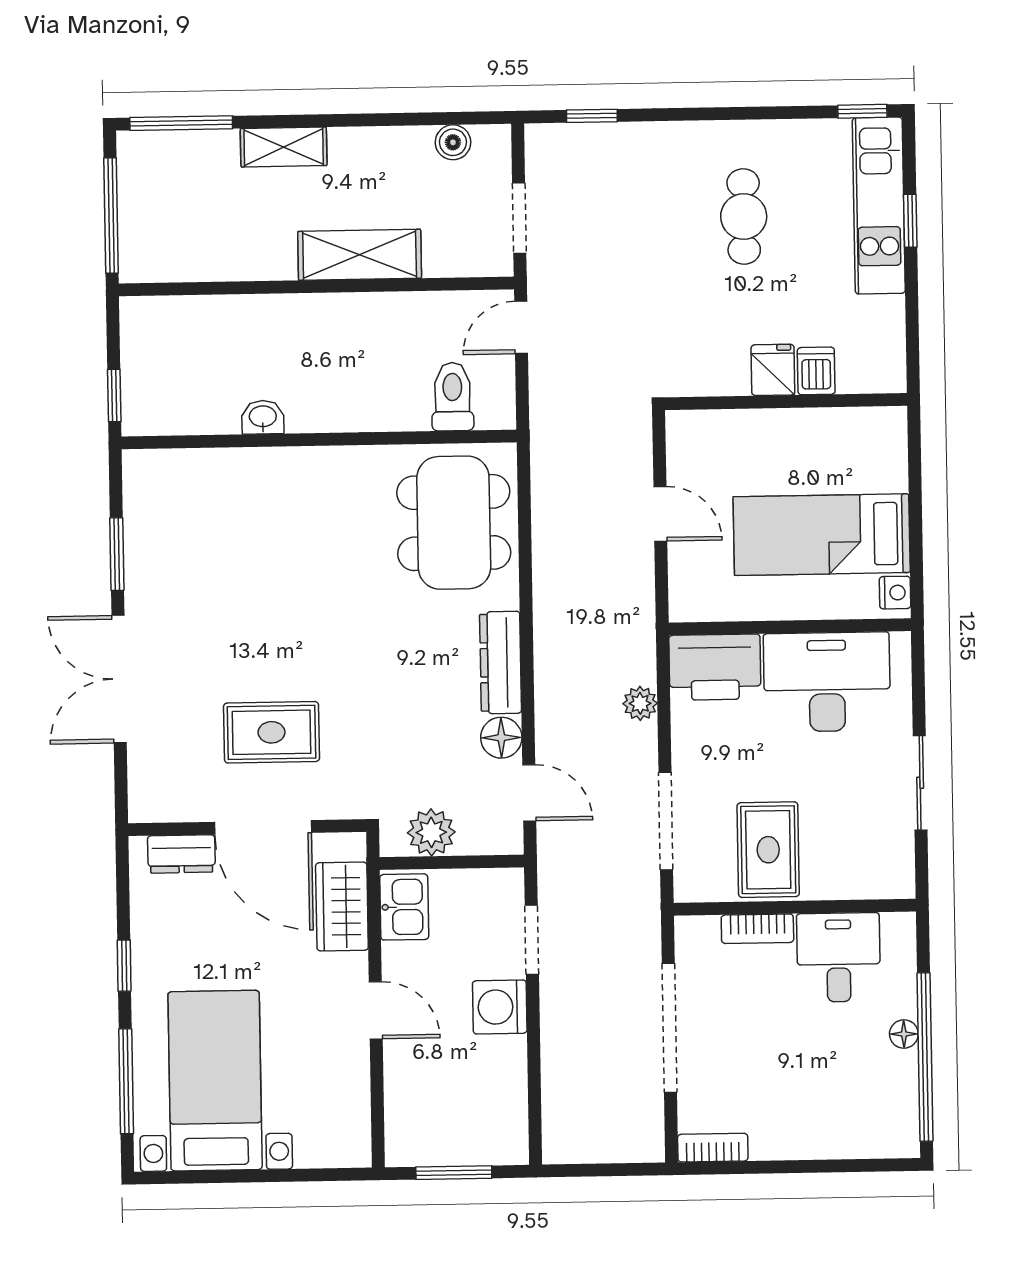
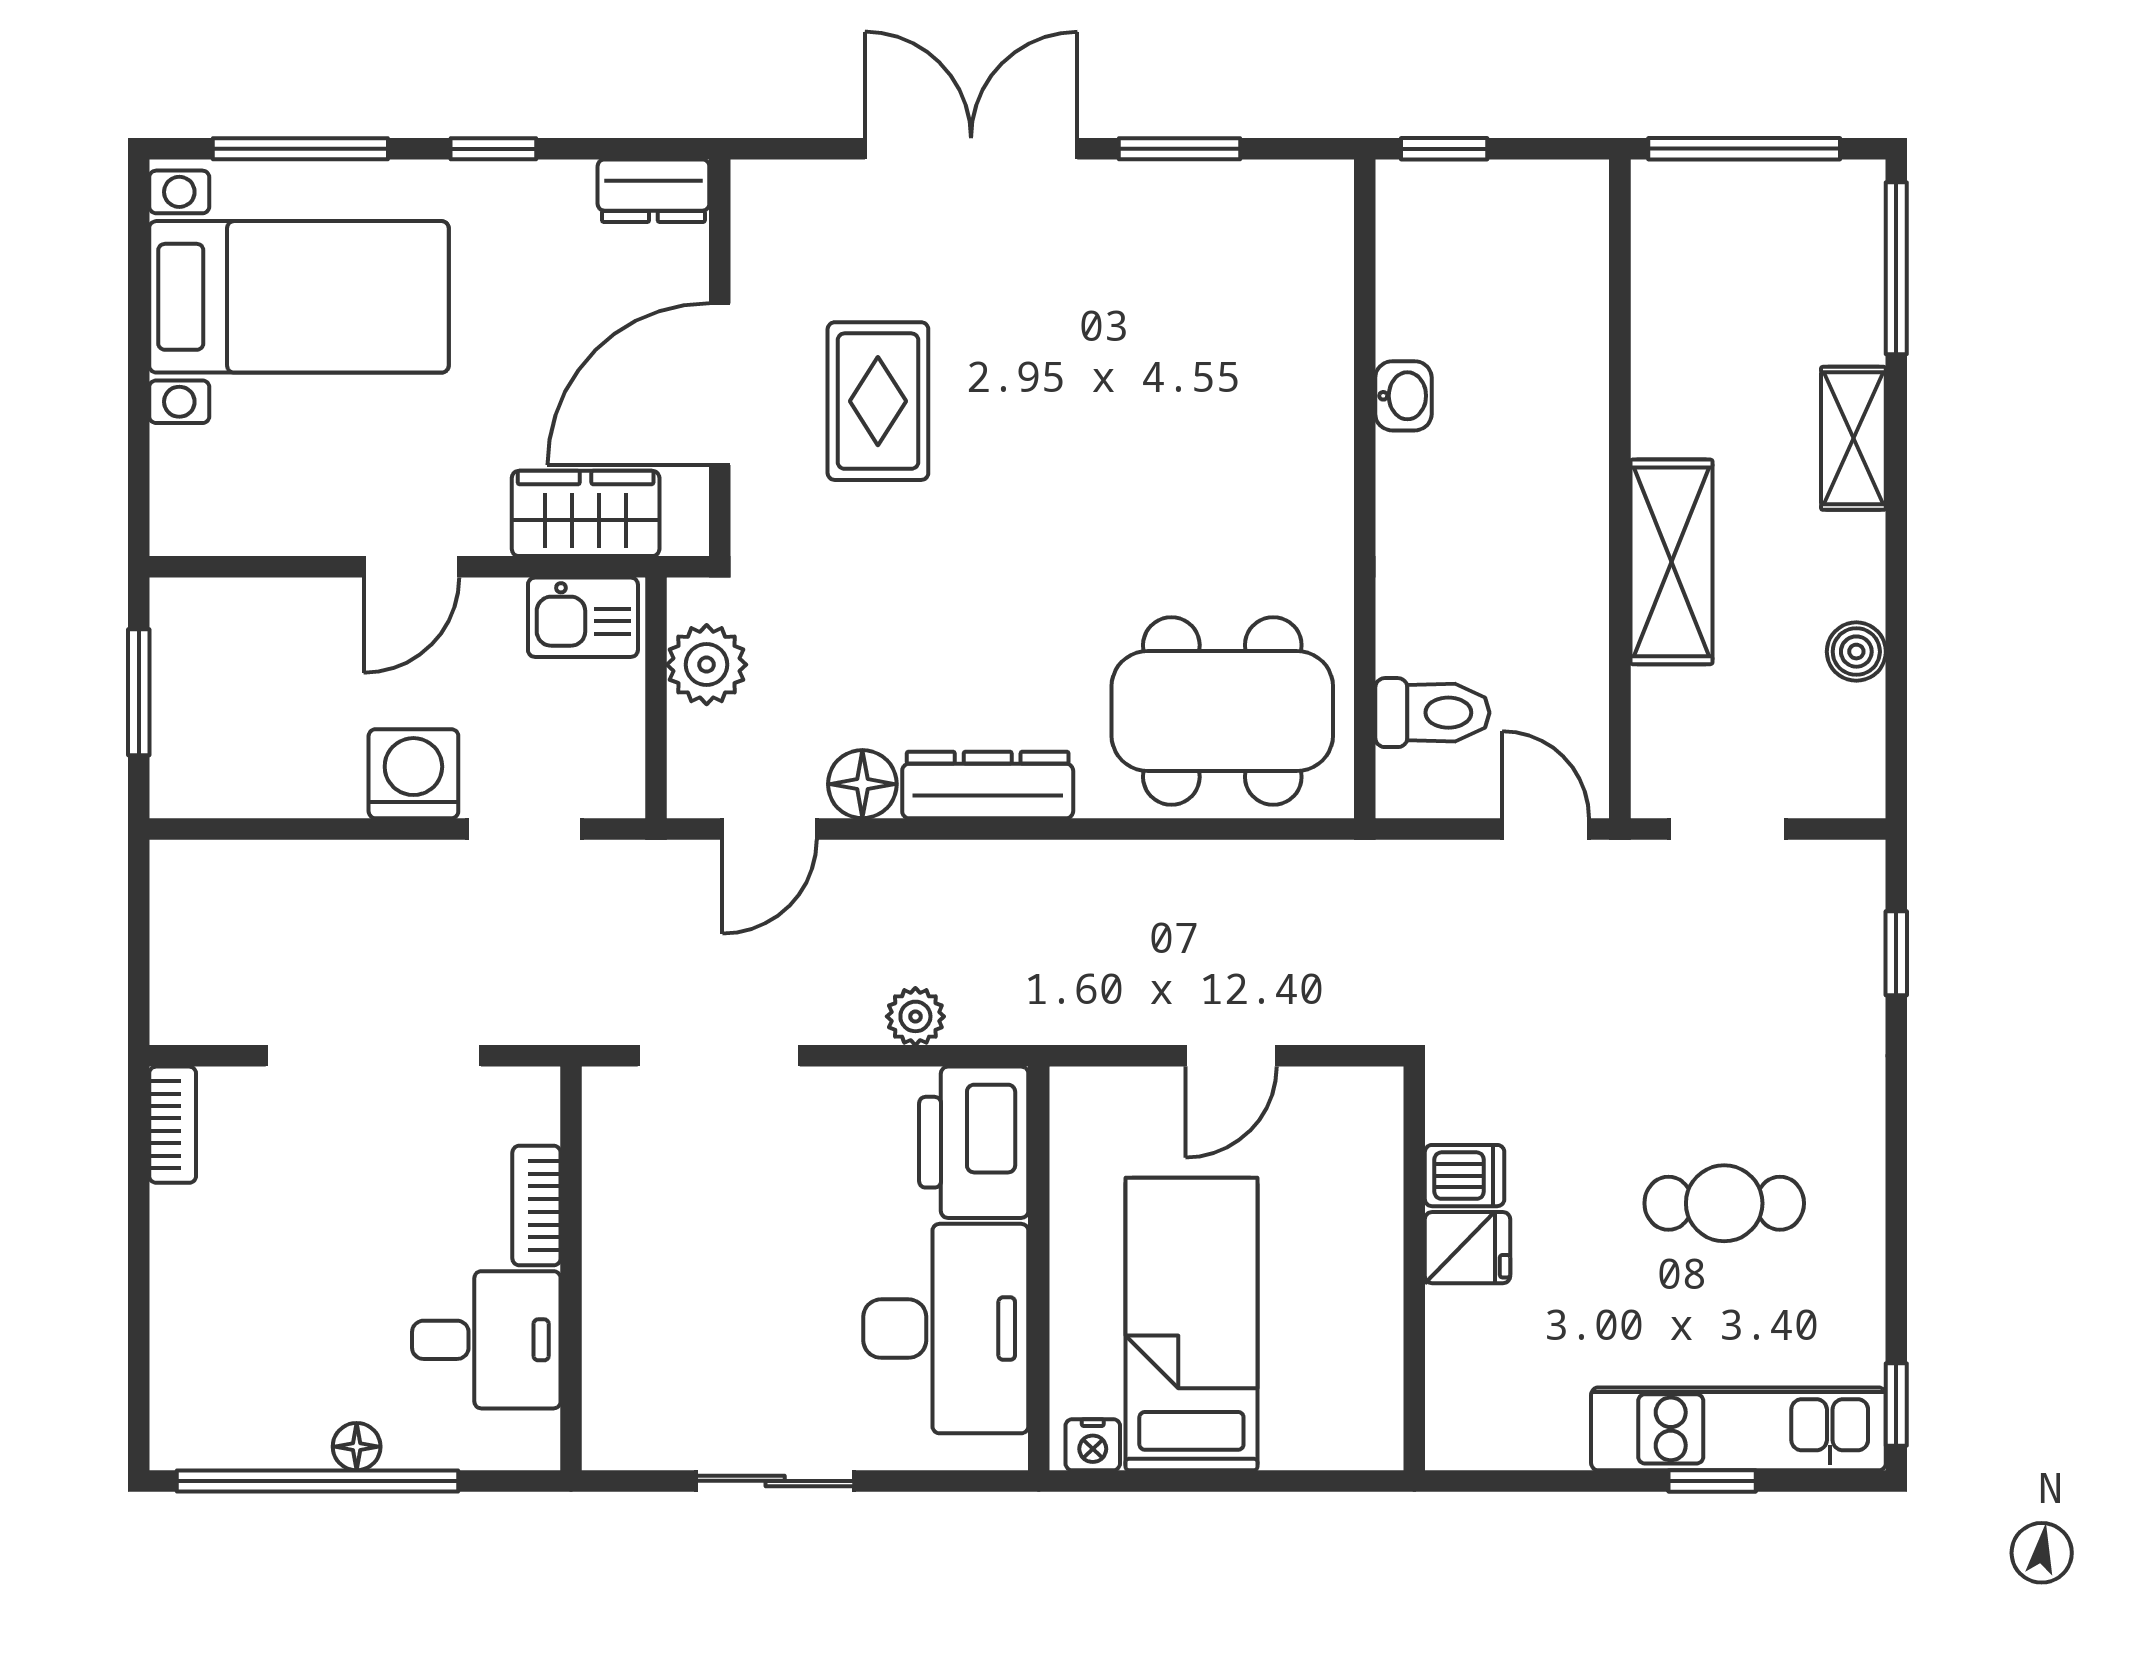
boiler: (453, 142) -> (1856, 652), moved
dishwasher: (816, 371) -> (1465, 1176), moved
rug: (768, 850) -> (668, 1226), removed
dresser: (181, 854) -> (653, 191), moved, turned -90

